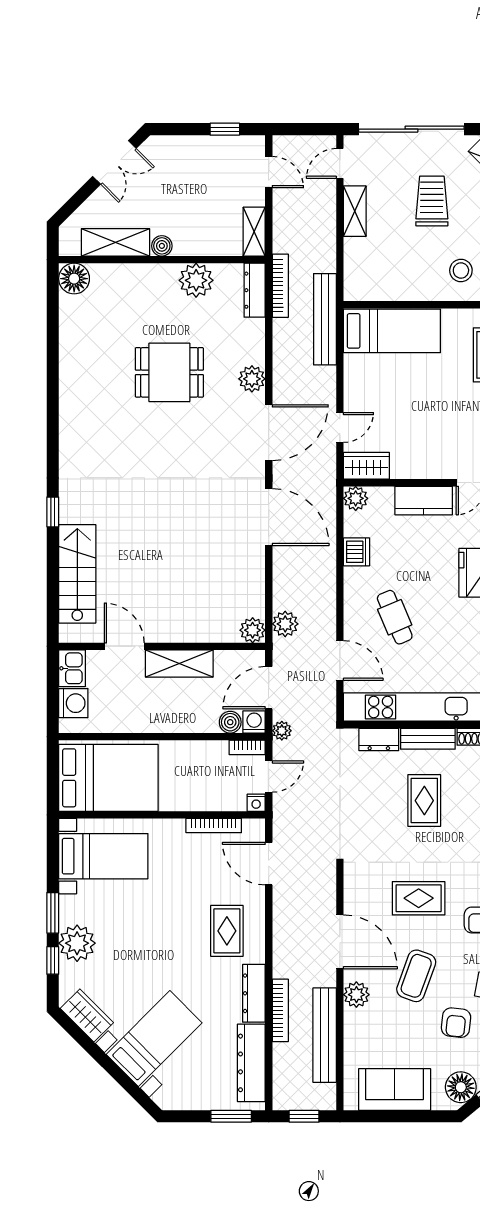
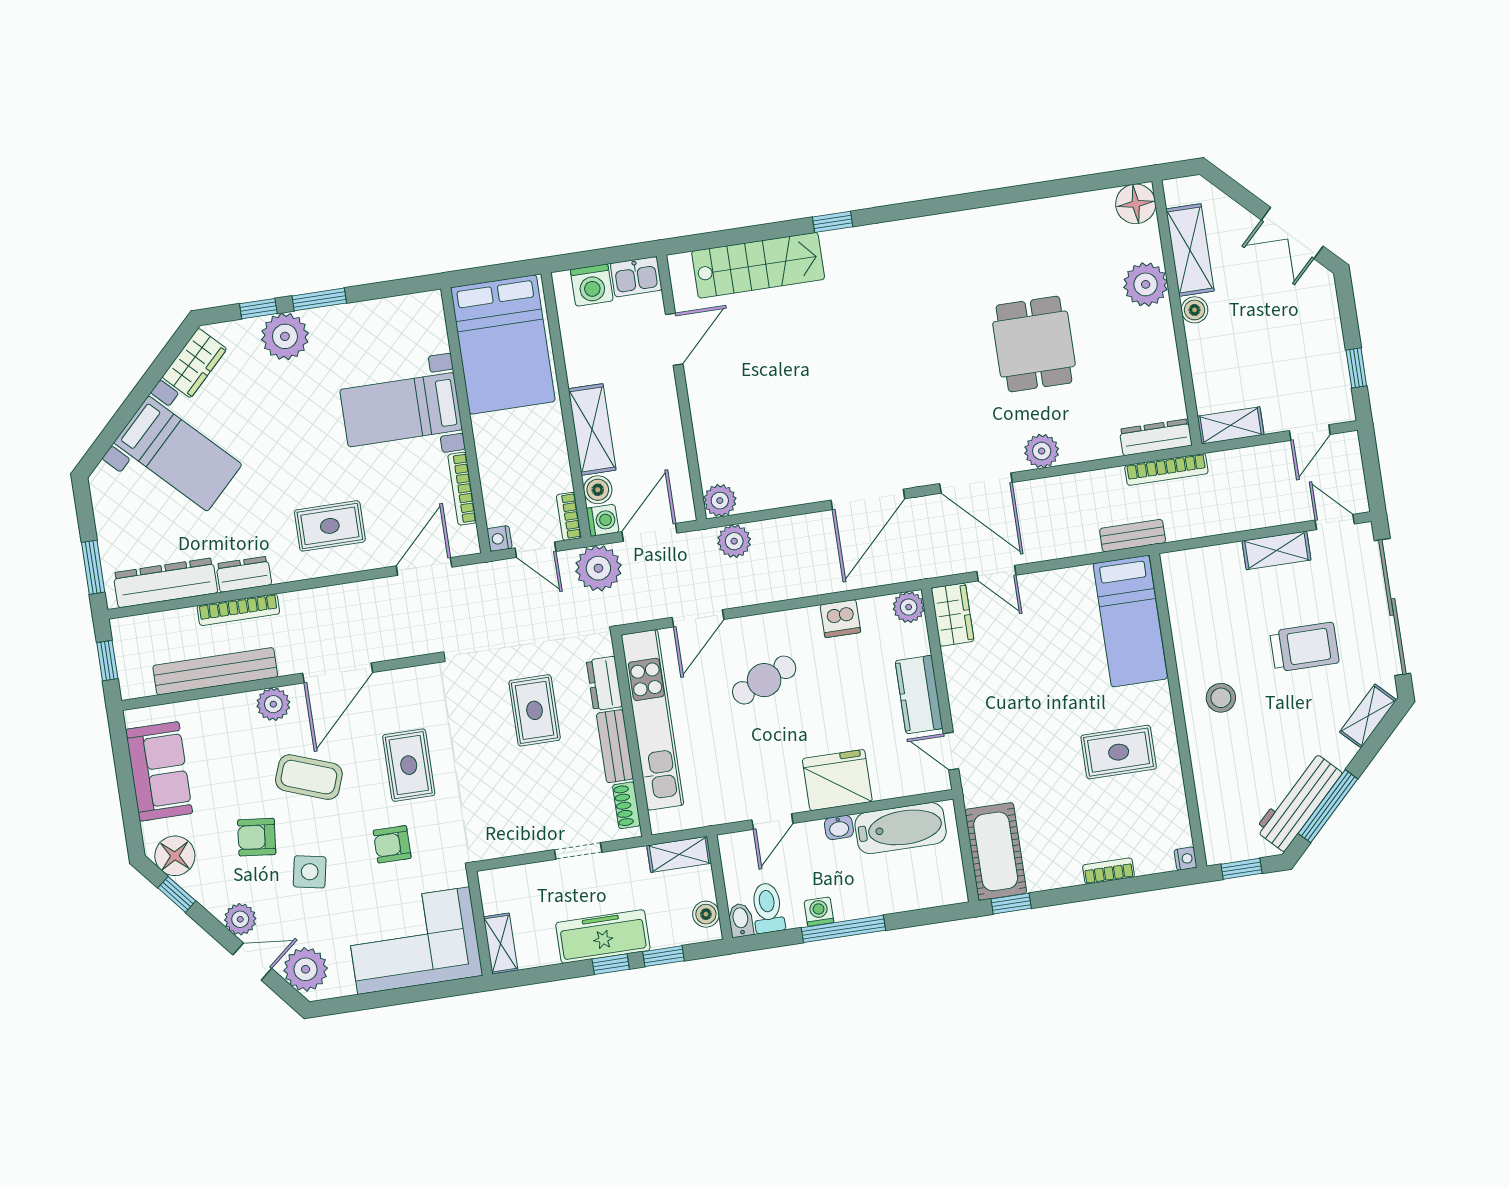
plant: (196, 280) -> (1146, 284), moved
bench: (325, 319) -> (1133, 536), width x0.54, depth x0.82
shelving: (179, 664) -> (592, 429), moved
door: (269, 688) -> (649, 532), hinge flipped
plant: (282, 731) -> (598, 568), width x1.87, depth x1.87
rug: (424, 801) -> (535, 710), moved, turned 90
bed with nightstands: (103, 856) -> (401, 410), moved, turned 90
dresser: (254, 993) -> (244, 574), width x0.70

